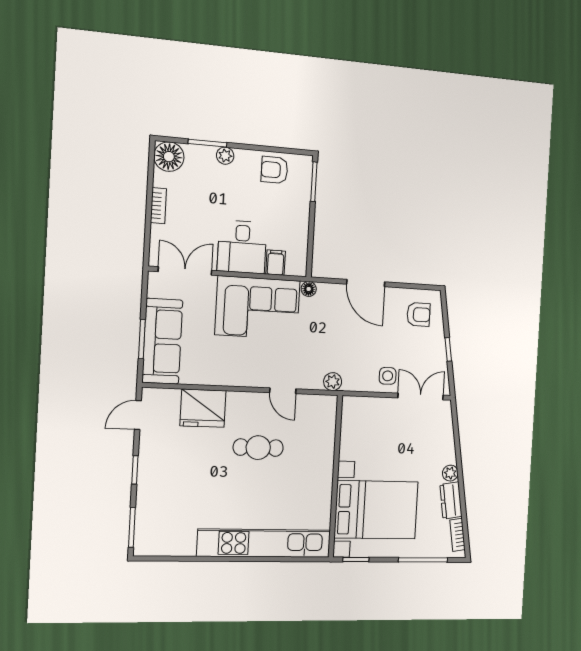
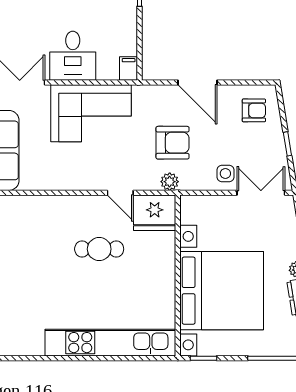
filing cabinet: (276, 263) -> (129, 68), moved
floor lamp: (309, 289) -> (140, 92), removed
armchair: (338, 342) -> (173, 143), added
fridge: (203, 408) -> (155, 213), moved
bed with nightstands: (376, 510) -> (222, 291), width x1.36

